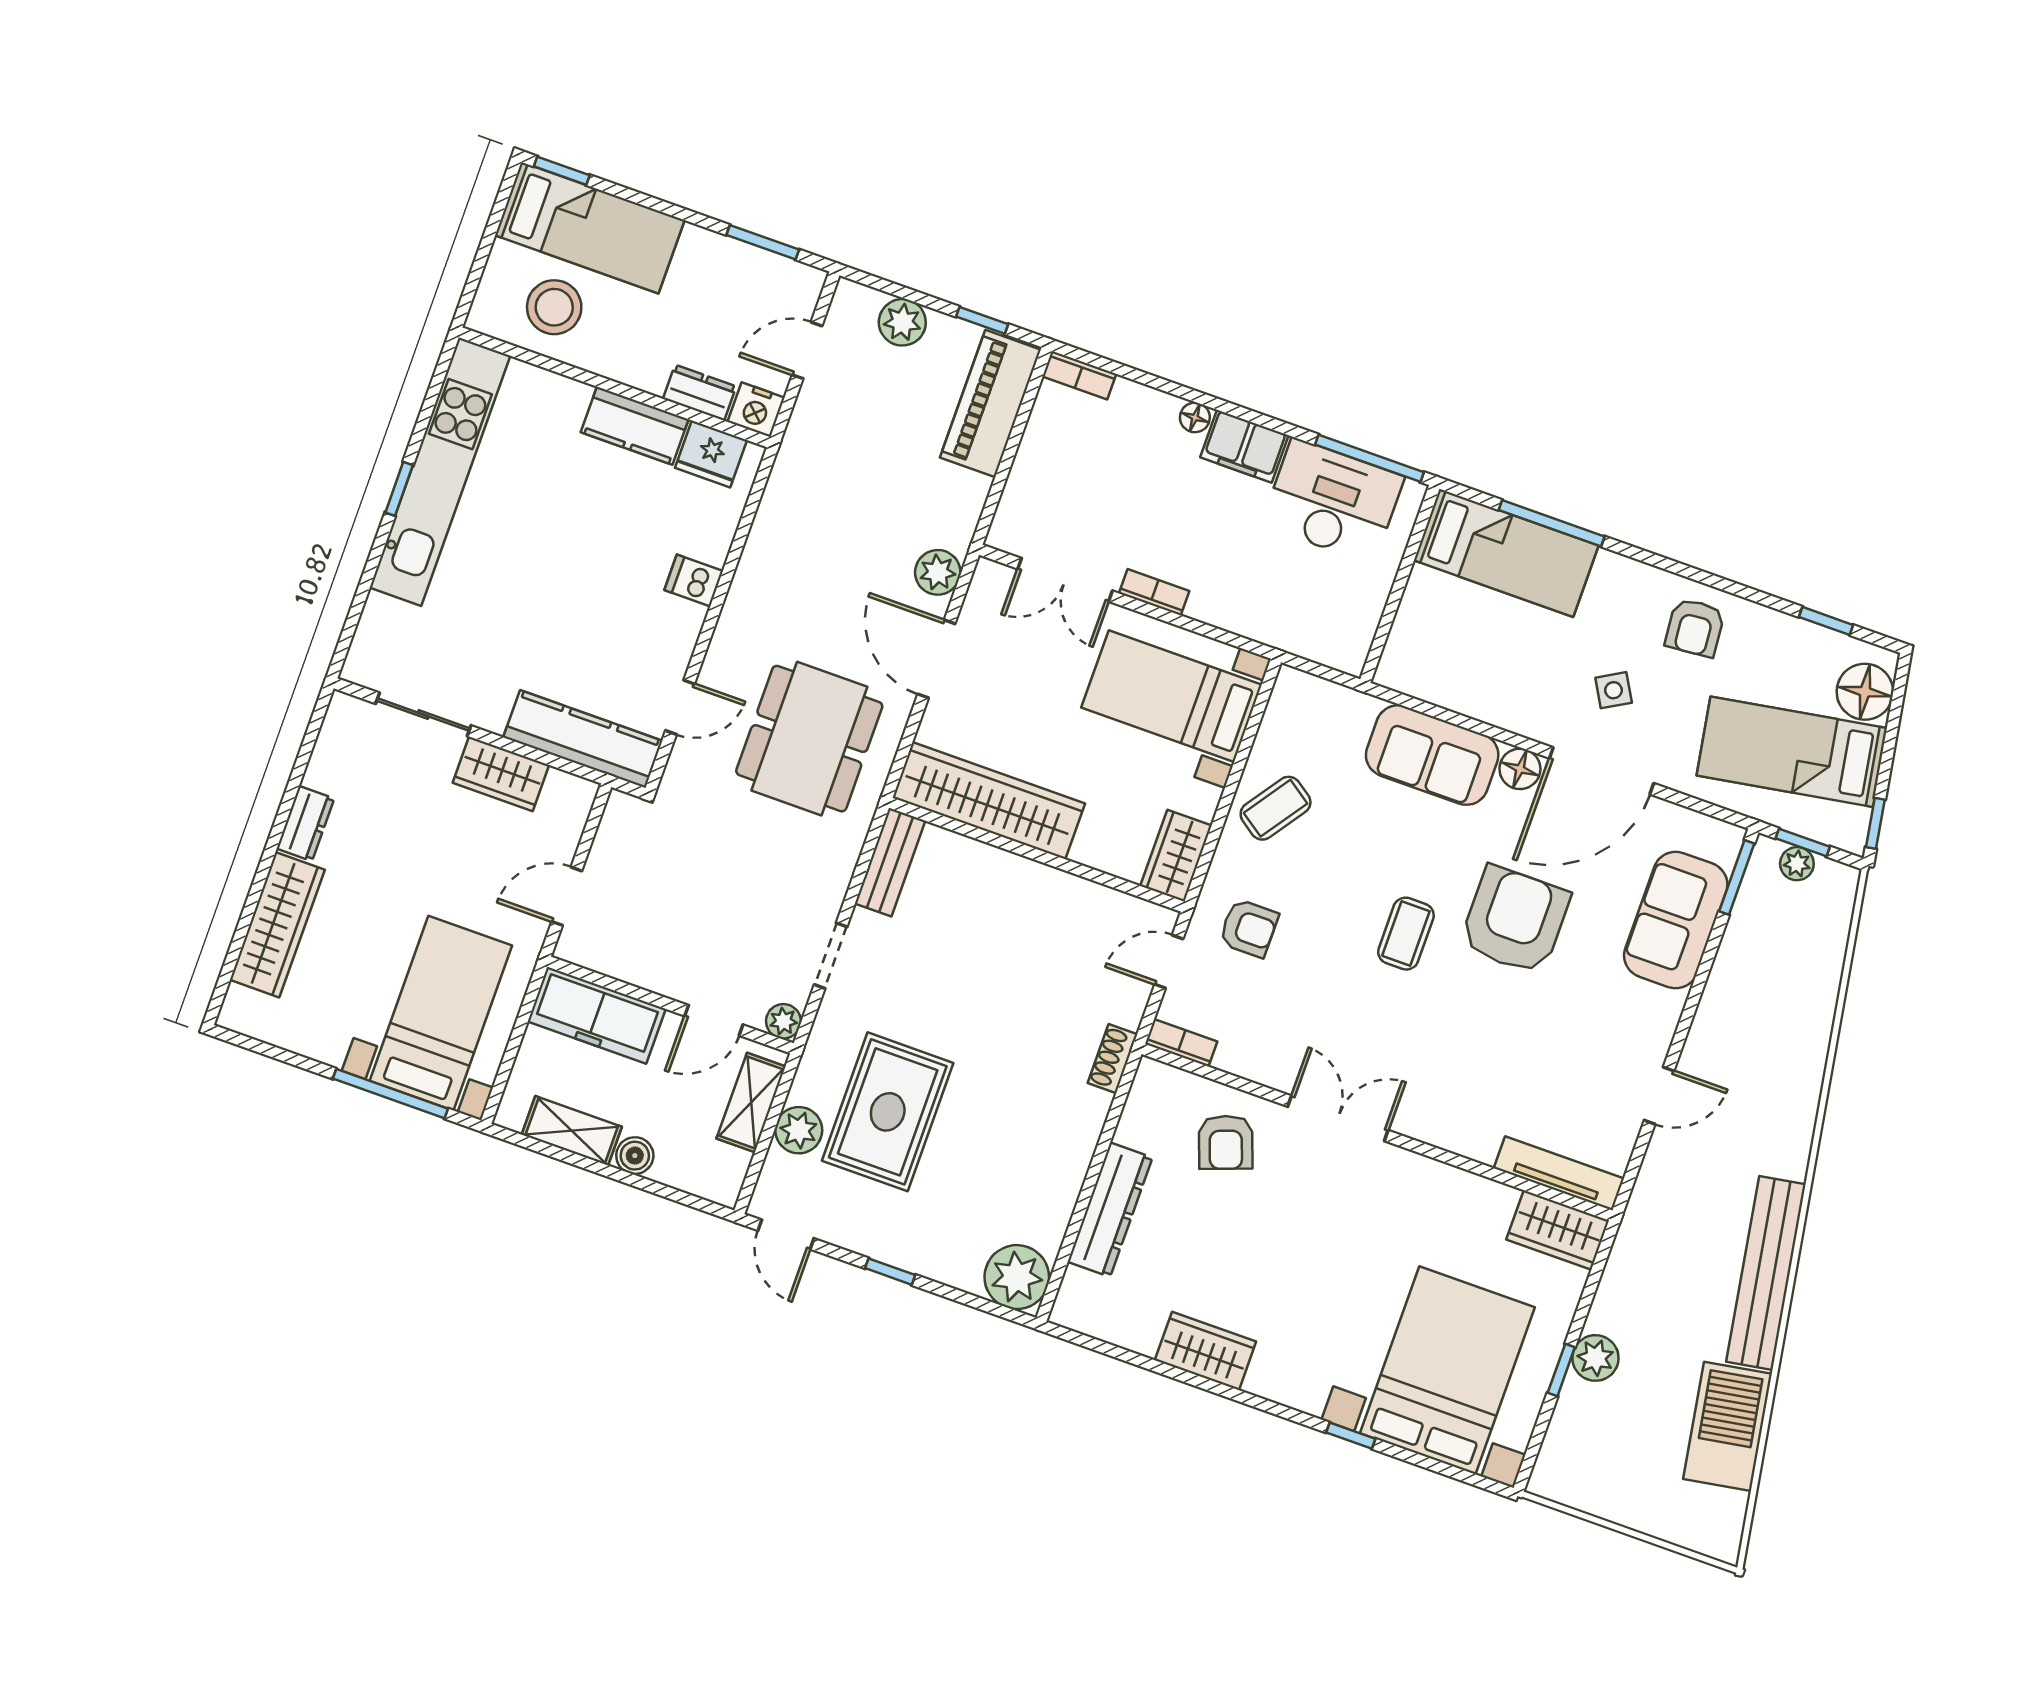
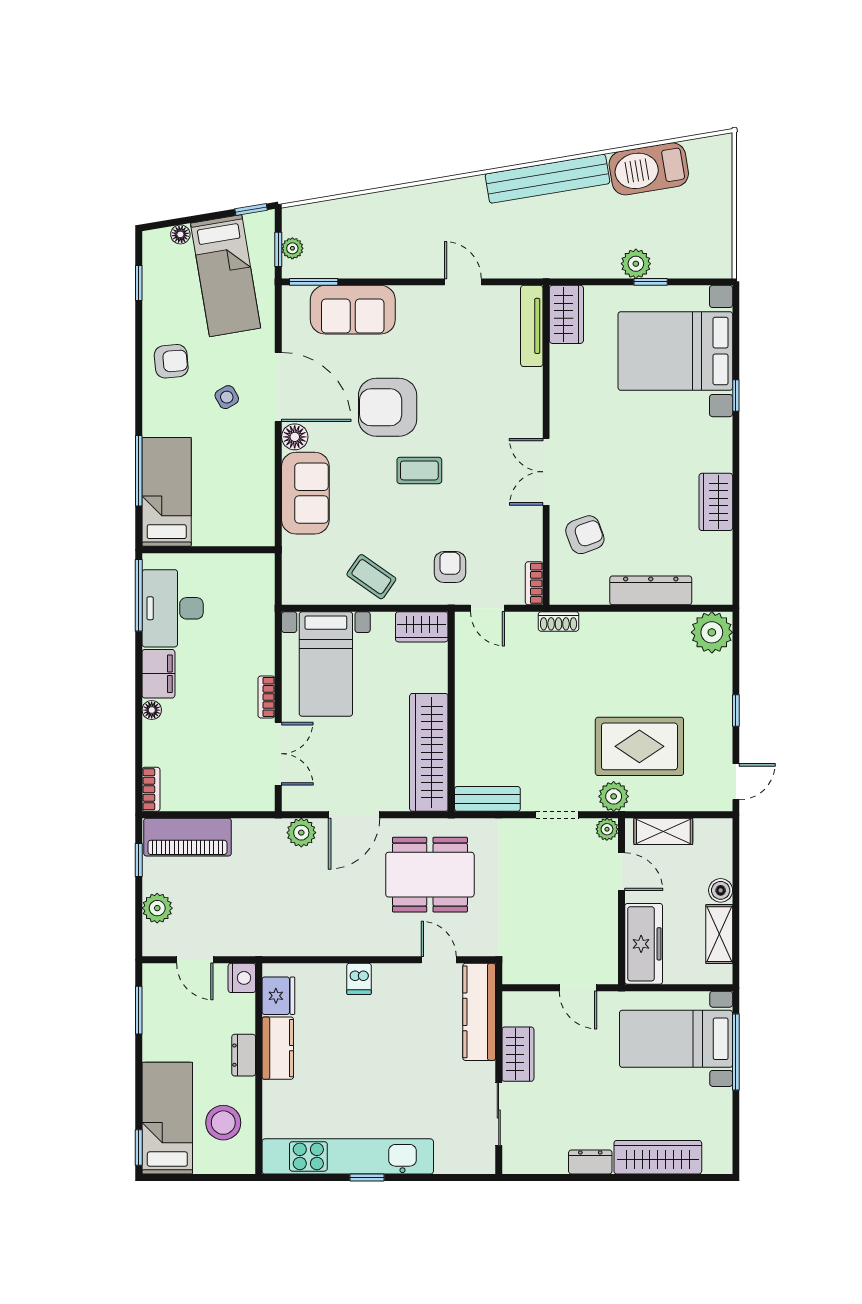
dresser: (700, 393) -> (244, 1055), moved
floor lamp: (1865, 692) -> (180, 234), width x0.53, depth x0.53
plant: (799, 1130) -> (614, 796), moved

